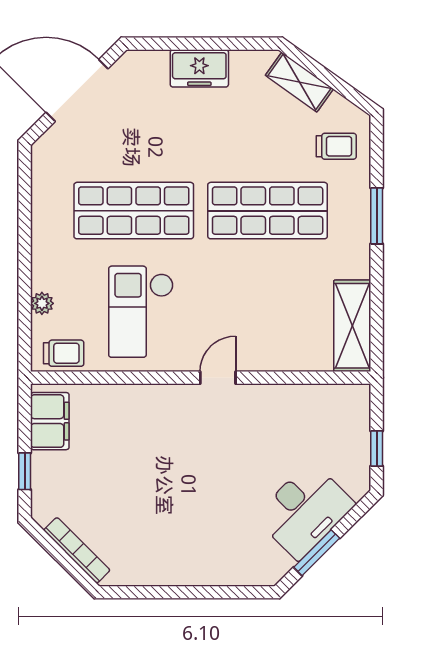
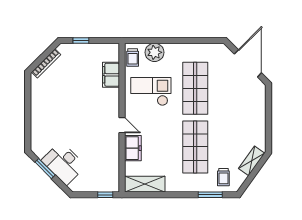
freezer: (199, 68) -> (133, 148), moved, turned 180
window: (377, 216) -> (210, 195), moved
plant: (42, 303) -> (155, 52), width x1.88, depth x1.88
filing cabinet: (50, 421) -> (111, 75), moved, turned 90
window: (377, 449) -> (105, 195), moved

